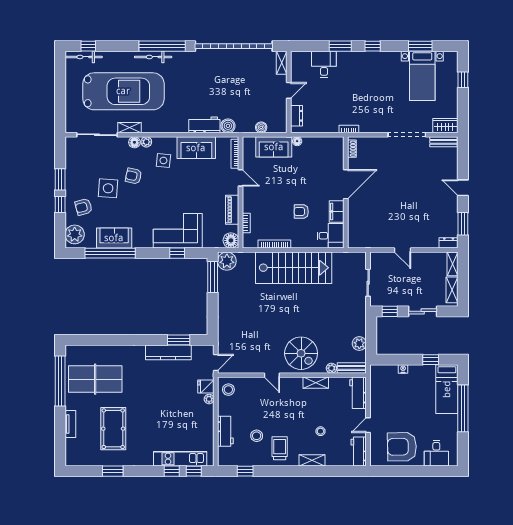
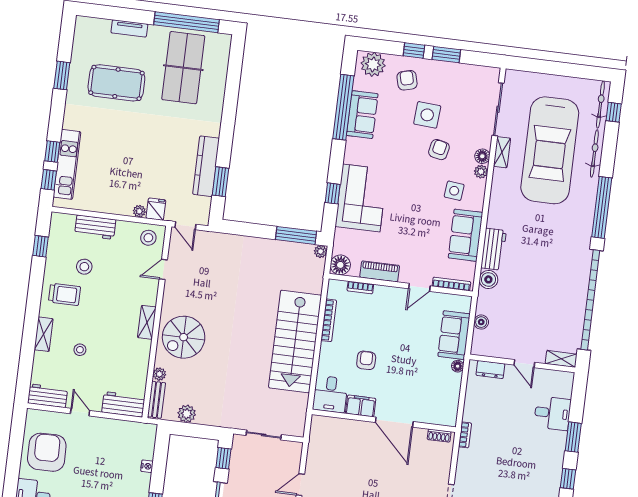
bicycle: (153, 57) -> (594, 153), moved
plant: (227, 261) -> (321, 251), width x0.53, depth x0.53
door: (272, 375) -> (163, 269), moved
shelving: (316, 383) -> (147, 322), moved

